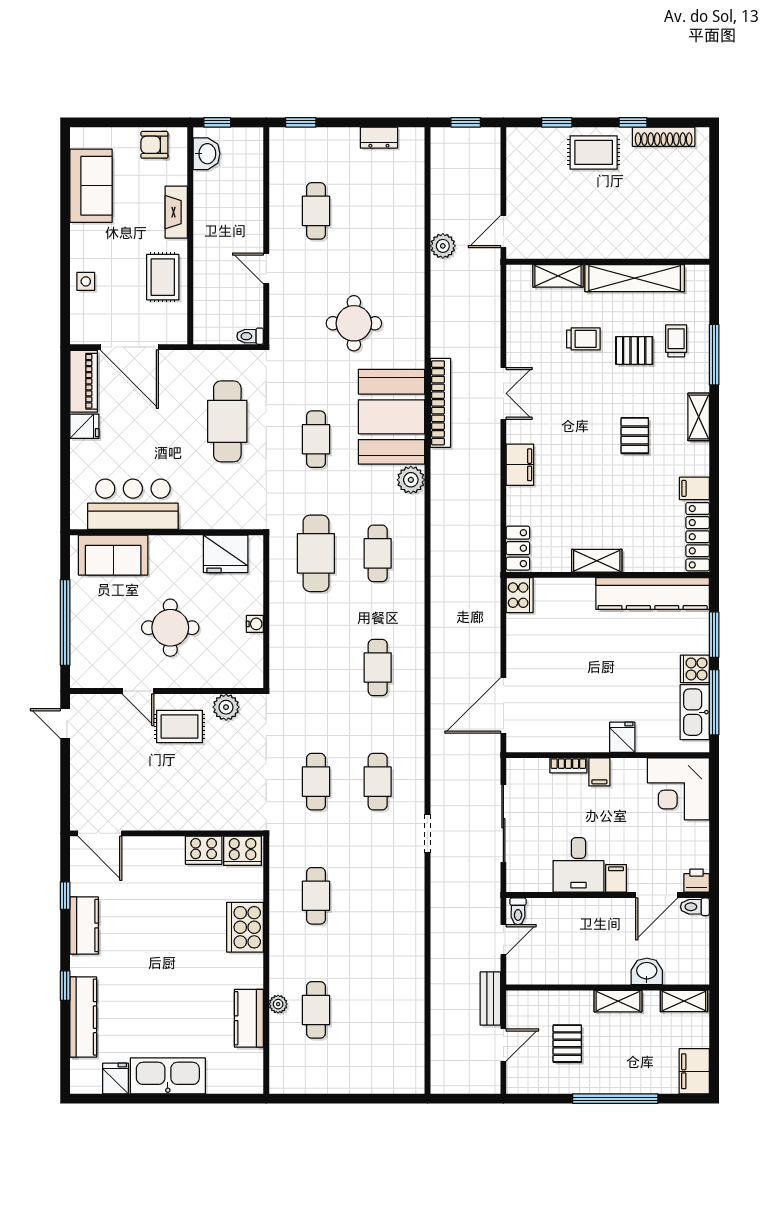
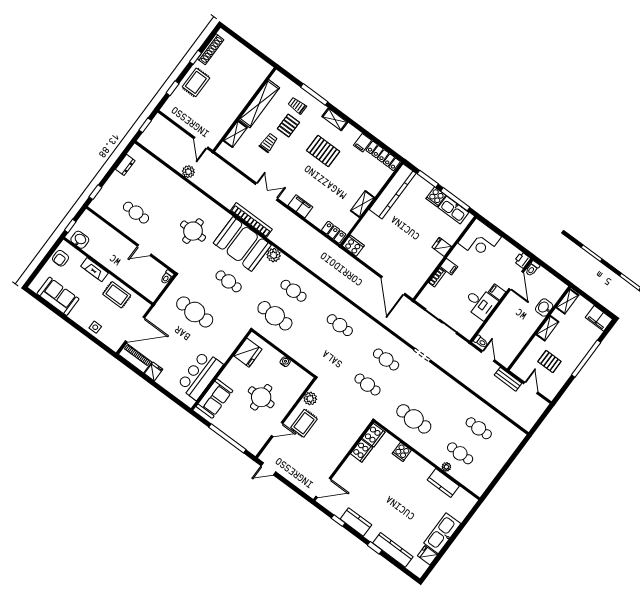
pallet: (635, 436) -> (323, 151), width x1.50, depth x1.42
cafe table: (316, 896) -> (414, 419), width x1.37, depth x1.35
cooker: (245, 927) -> (402, 452), width x0.53, depth x0.76
cafe table: (378, 1010) -> (479, 428), added

